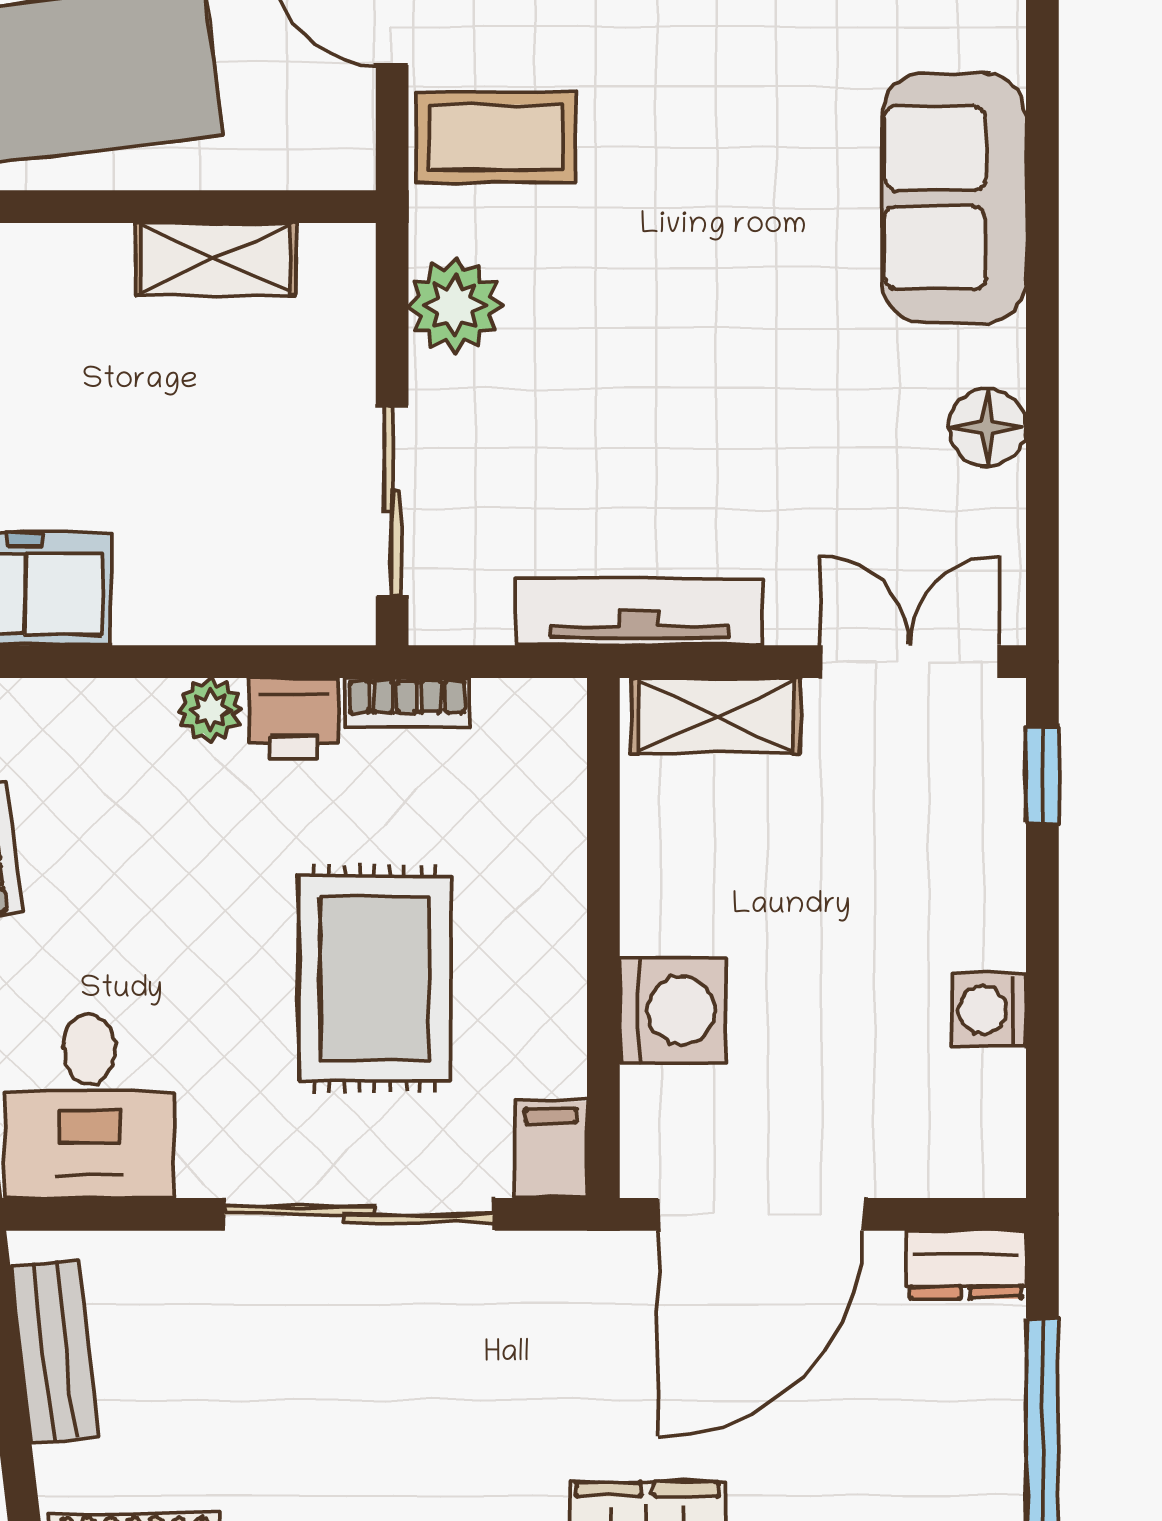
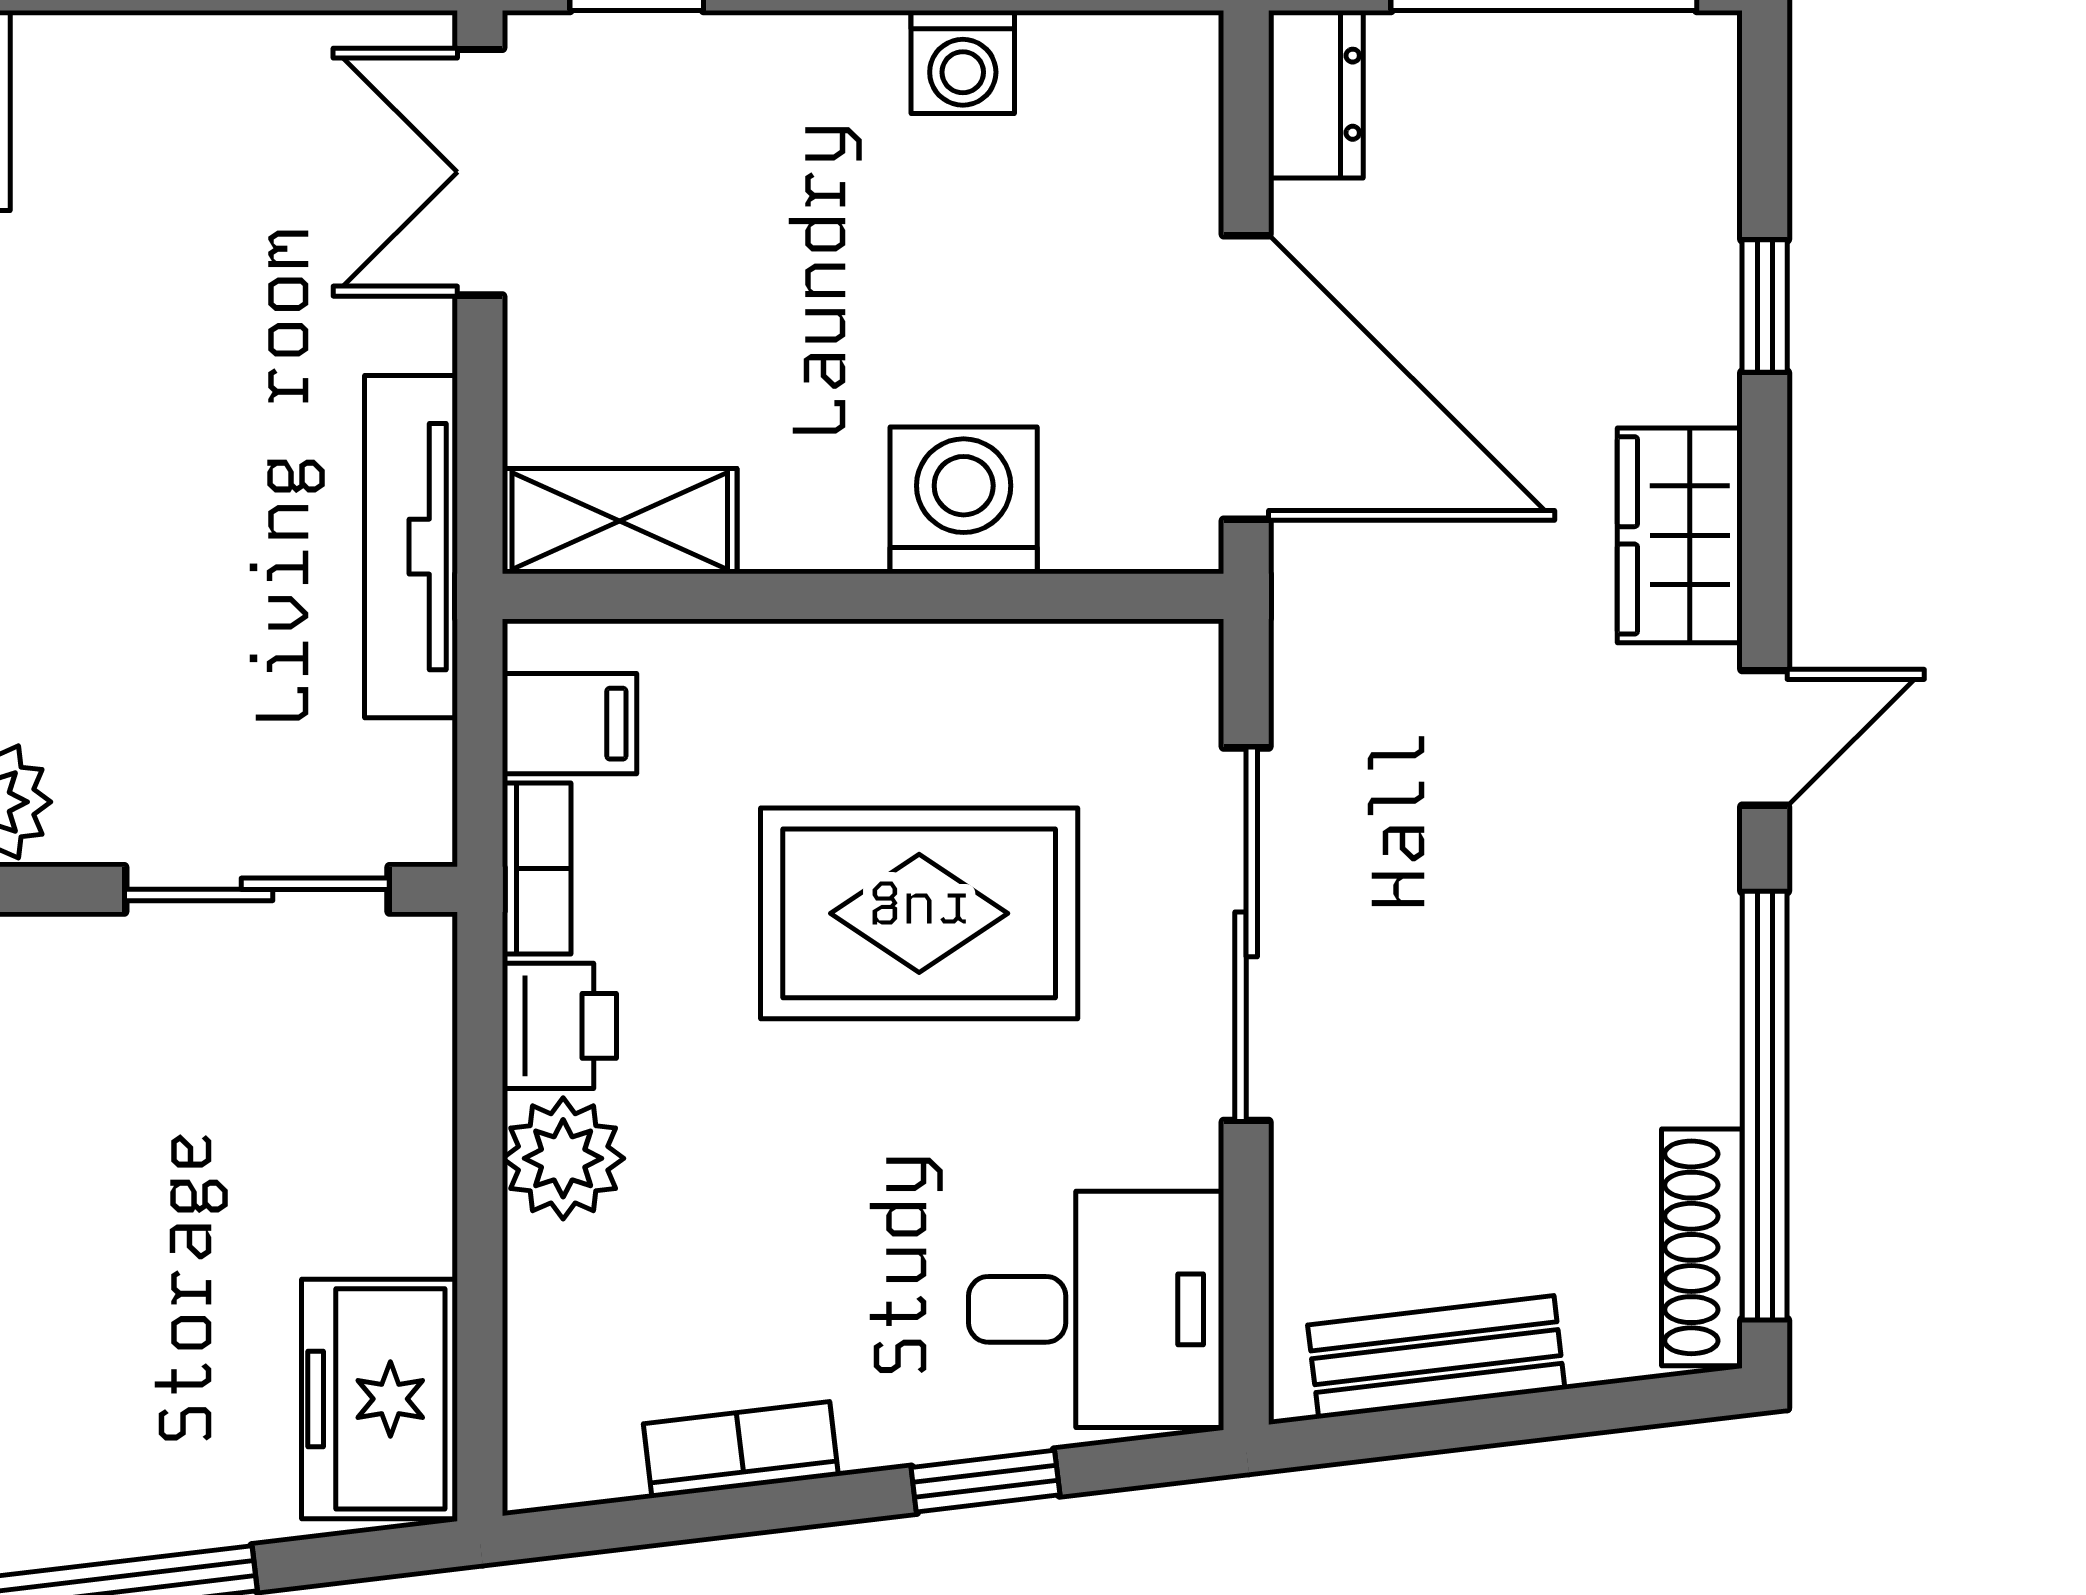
floor lamp: (987, 428) -> (156, 64), removed
plant: (210, 710) -> (563, 1158), width x1.38, depth x1.38
shelving: (716, 716) -> (620, 521), moved, turned 90
filing cabinet: (551, 1150) -> (569, 724), moved, turned 180

